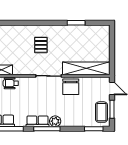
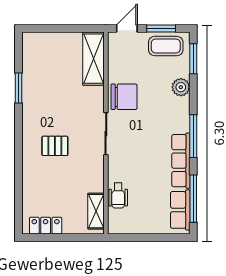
shelving: (86, 68) -> (93, 59), width x0.68
row of seats: (37, 121) -> (181, 161), width x1.48
plant: (55, 121) -> (181, 87), moved

